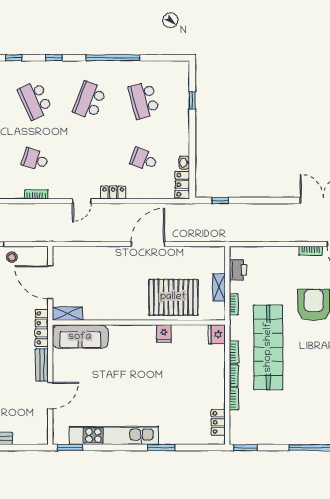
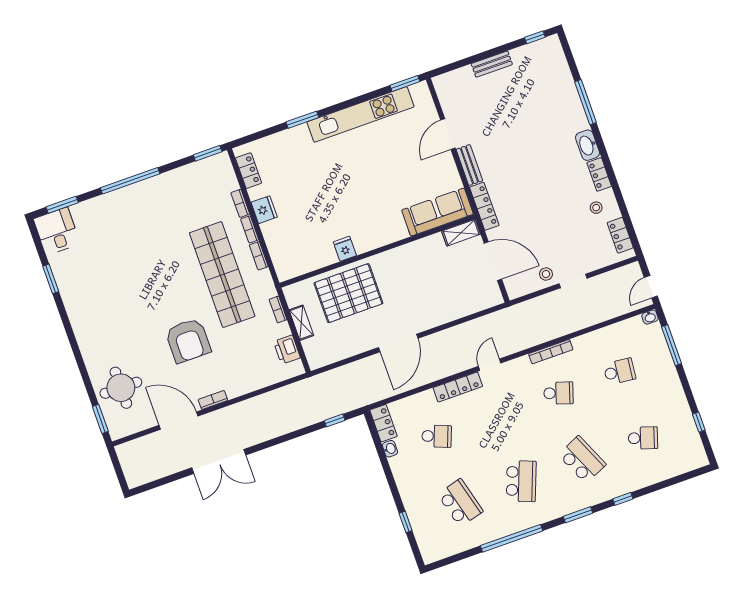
window: (54, 58) -> (578, 515), width x1.50
locker: (113, 192) -> (458, 387), width x1.53
bookcase: (36, 194) -> (551, 352), width x1.56
fridge: (217, 334) -> (264, 210), moved

